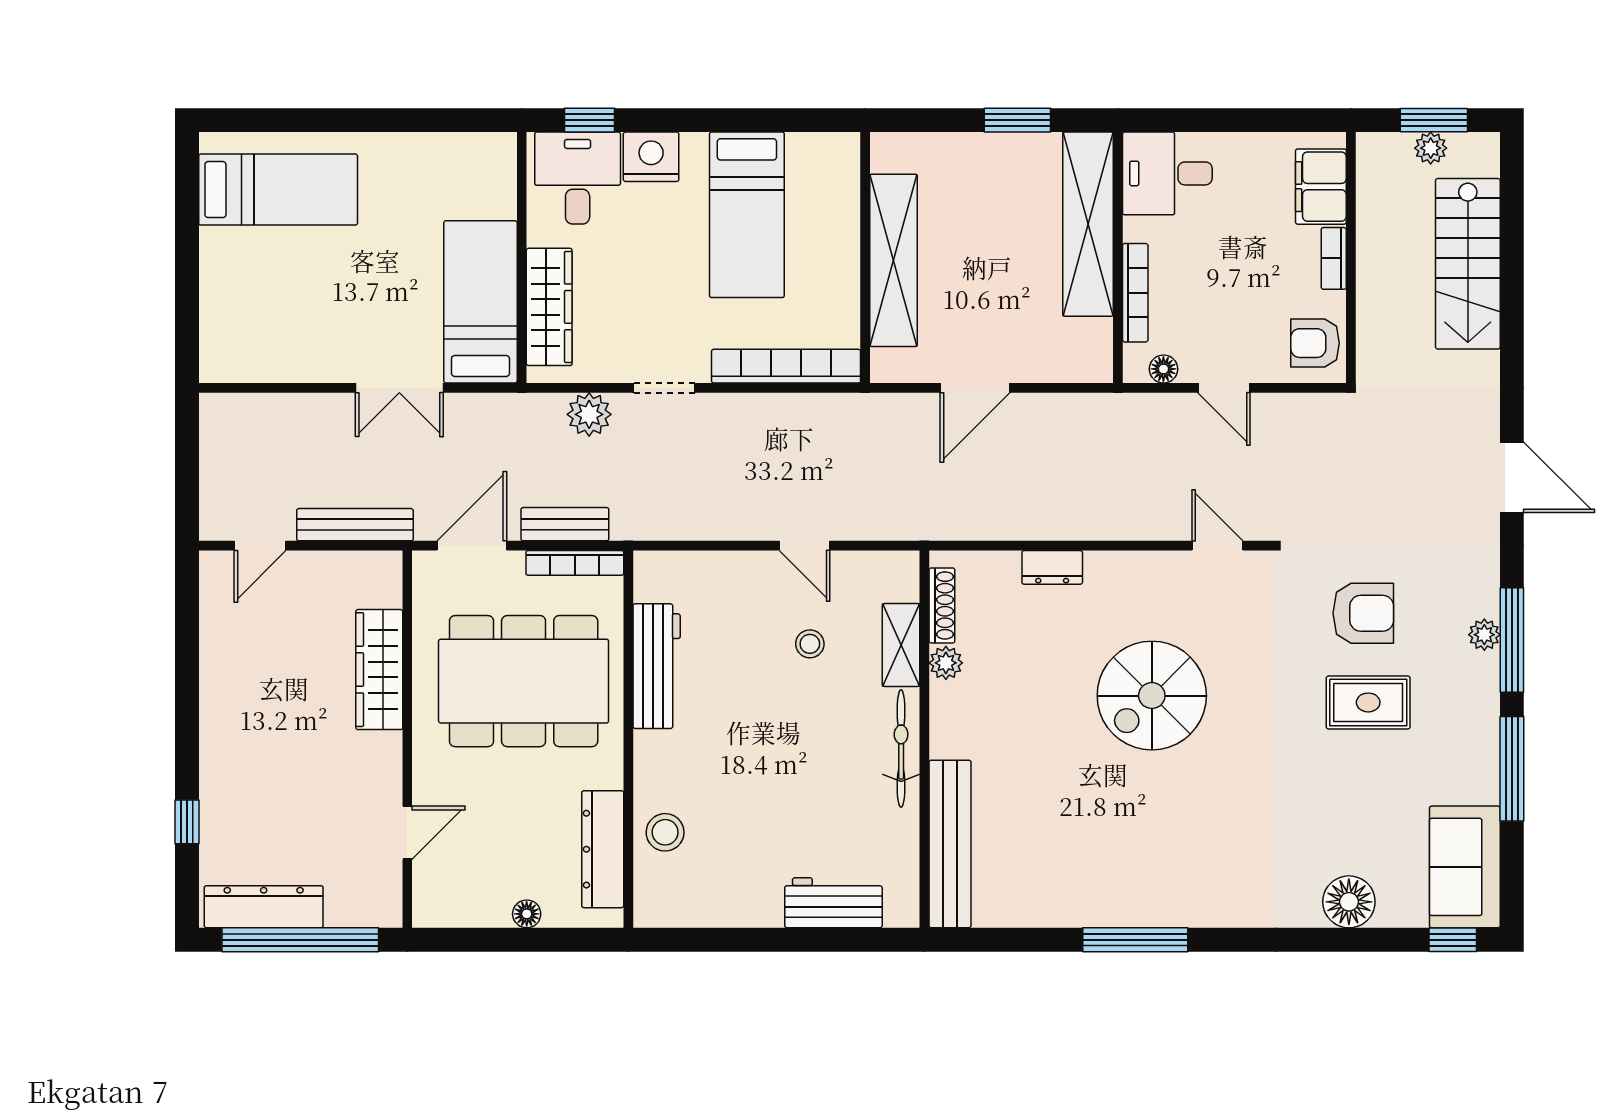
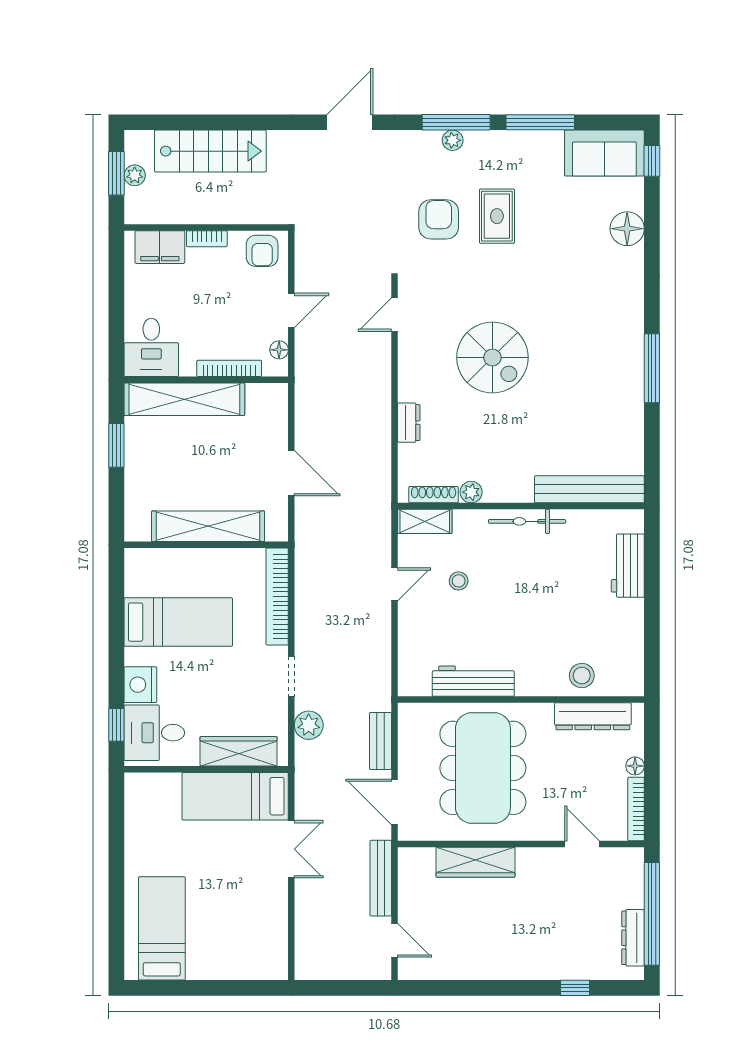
bookcase: (575, 563) -> (636, 809), moved, turned 180
shelving: (901, 645) -> (425, 521), moved
dresser: (264, 907) -> (633, 938), width x0.73, depth x0.80

